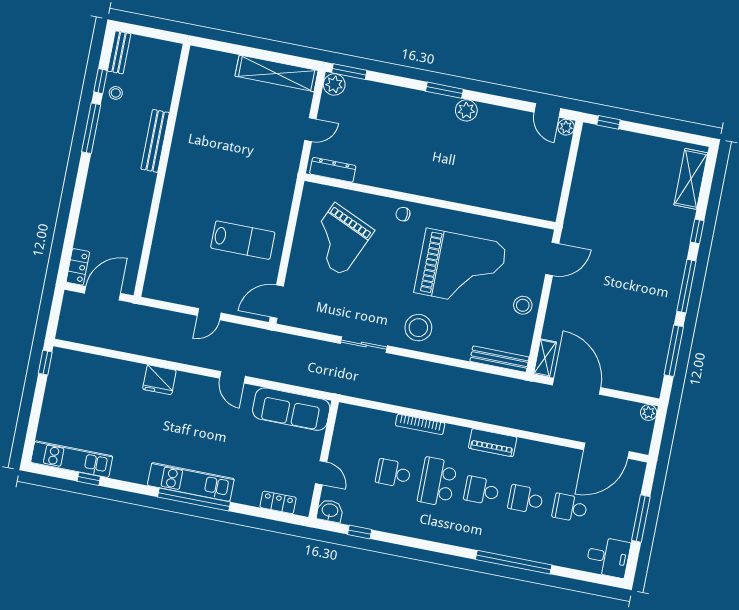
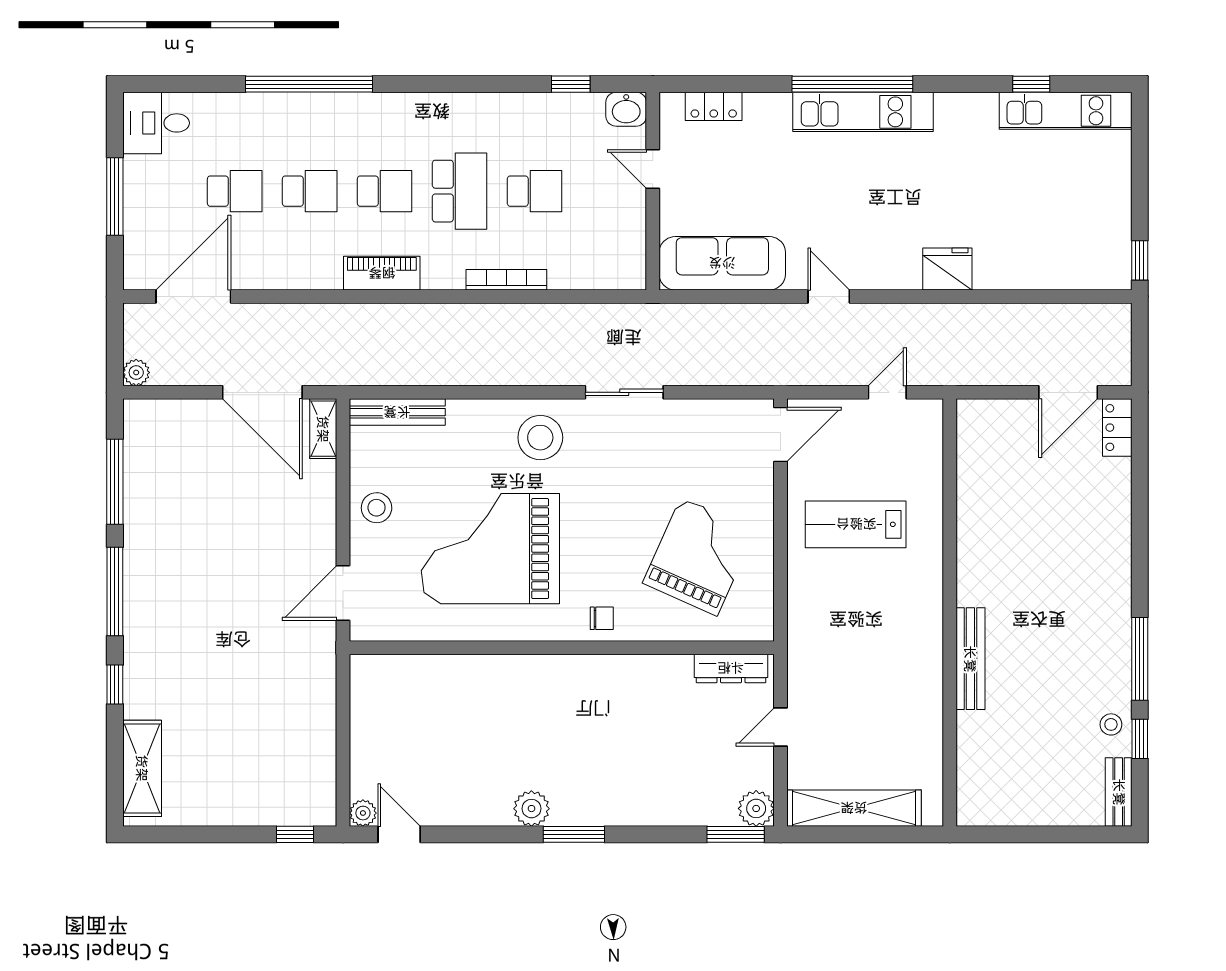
bench: (155, 141) -> (970, 659), moved
wall: (162, 170) -> (950, 613), moved

